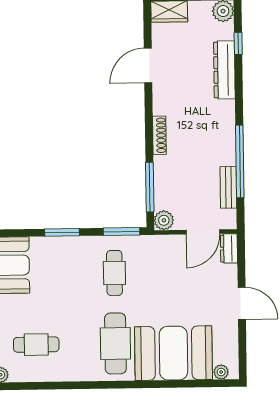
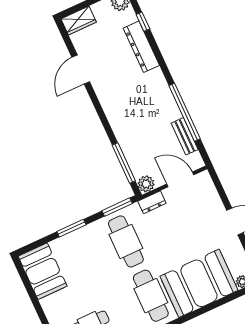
shoe rack: (159, 135) -> (113, 120), removed
door: (203, 232) -> (180, 179), swing flipped
dresser: (229, 248) -> (152, 202), moved, turned -90
cafe table: (114, 273) -> (126, 241), width x1.37, depth x1.35

